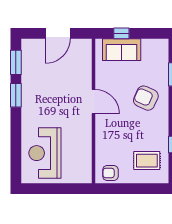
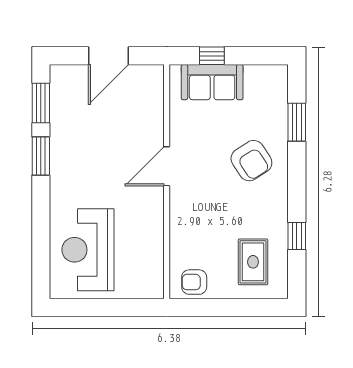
armchair: (146, 98) -> (251, 161), turned -147
door: (94, 102) -> (167, 166), swing flipped
rug: (147, 161) -> (253, 262), turned 90

